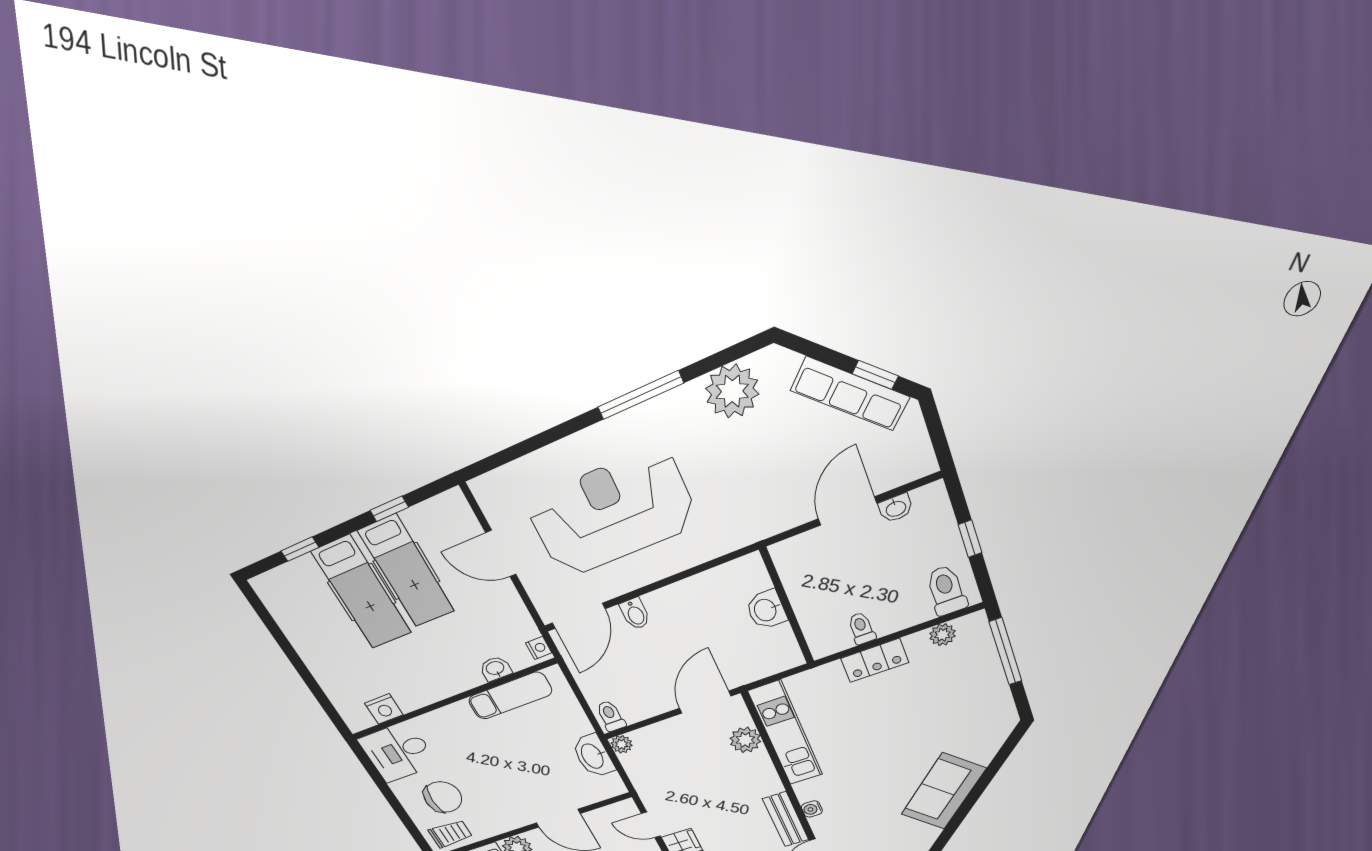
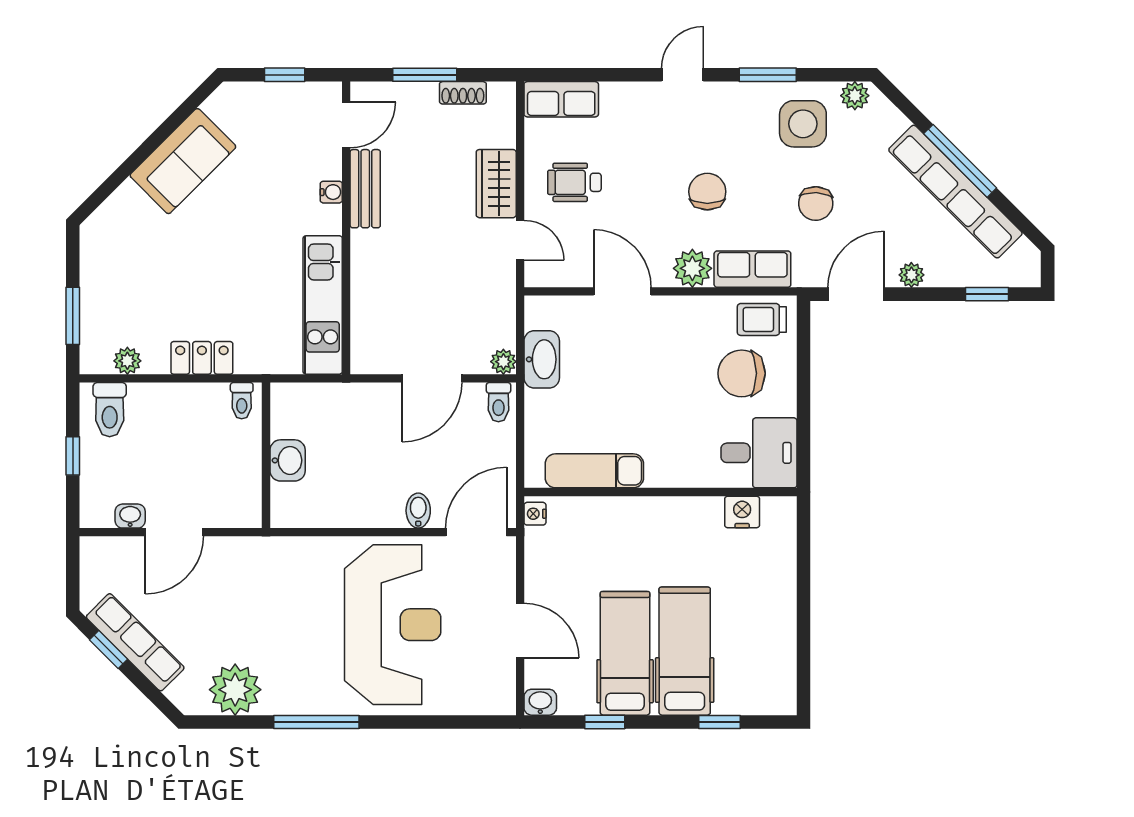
reception desk: (612, 513) -> (393, 625), turned -90
toilet: (862, 628) -> (242, 401), moved
window: (1006, 652) -> (73, 316), width x0.69
washbasin: (495, 669) -> (540, 702), moved, turned 180
door: (705, 702) -> (432, 378), moved
plant: (745, 740) -> (368, 314), removed

